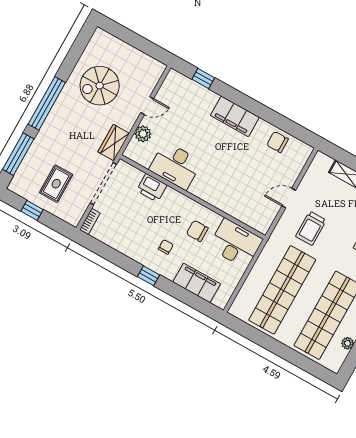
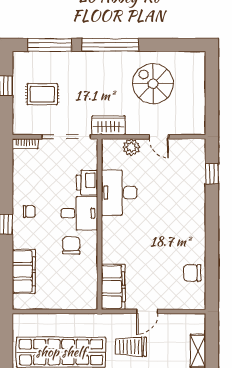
filing cabinet: (235, 116) -> (113, 287), moved, turned 180
chair: (278, 142) -> (192, 273), turned -90
door: (289, 198) -> (147, 311), swing flipped
desk: (235, 243) -> (79, 213), moved, width x0.73
chair: (166, 247) -> (29, 211), moved

